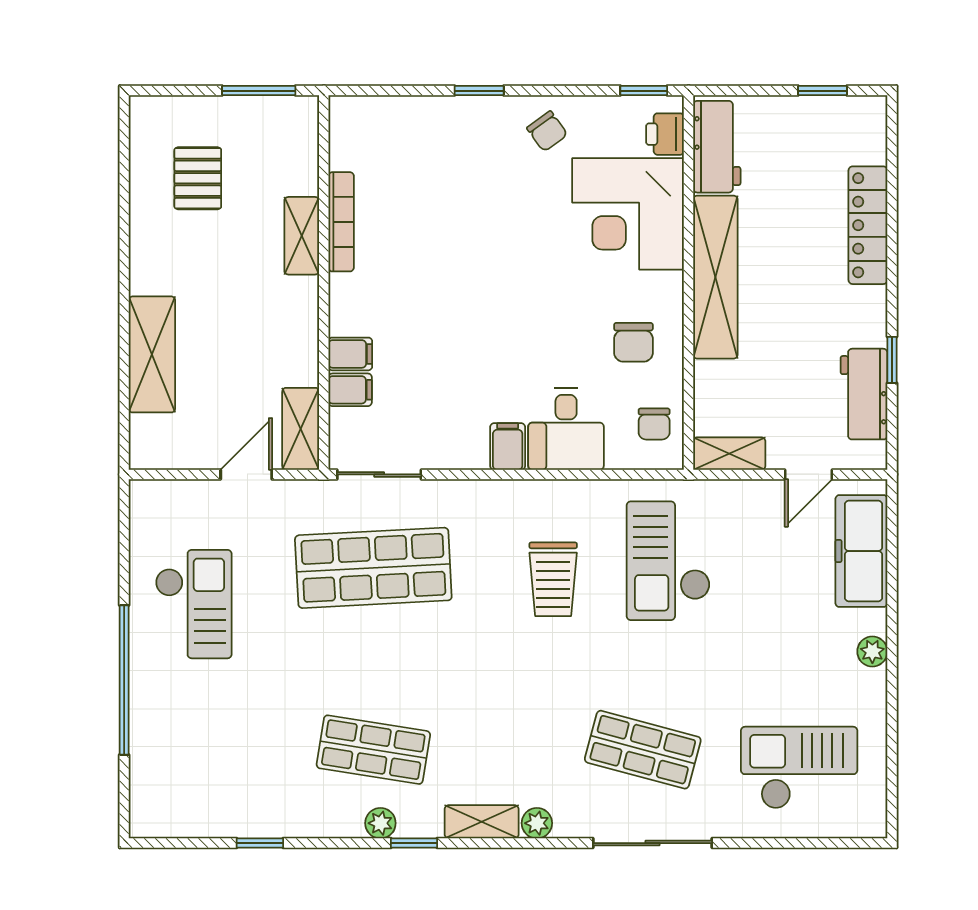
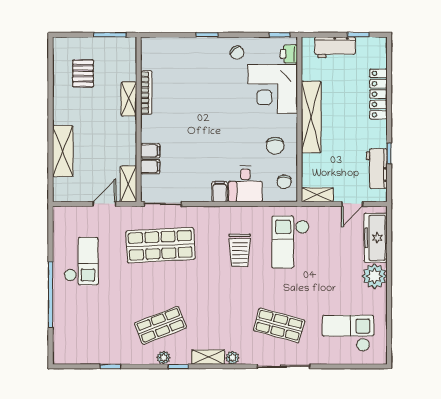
workbench: (717, 147) -> (335, 47), moved, turned 90
plant: (872, 651) -> (375, 276), width x1.87, depth x1.87
shop shelf: (373, 750) -> (160, 325), turned -30

